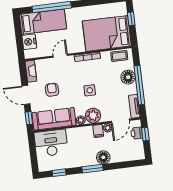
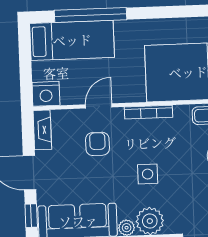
nightstand: (29, 42) -> (46, 94), moved, turned -90
armchair: (52, 90) -> (97, 144), moved

